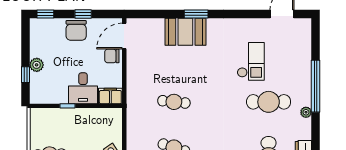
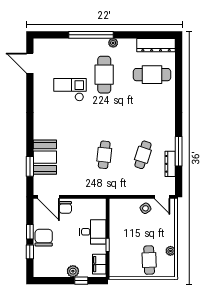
window: (45, 14) -> (30, 252), moved
window: (196, 14) -> (30, 166), moved
chair: (76, 30) -> (44, 238), turned -90
booth: (185, 32) -> (45, 157), moved
filing cabinet: (110, 96) -> (99, 264), moved

